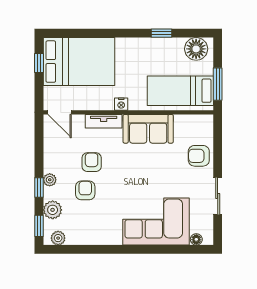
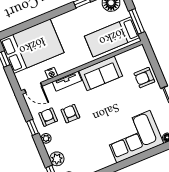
nightstand: (121, 104) -> (51, 73), moved
window: (39, 187) -> (33, 127), moved
armchair: (85, 190) -> (48, 117), moved

